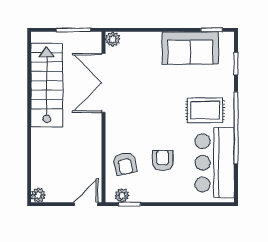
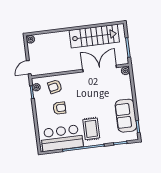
door: (86, 204) -> (29, 67), swing flipped

